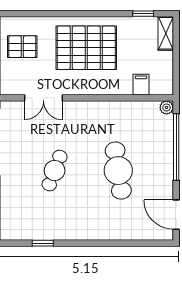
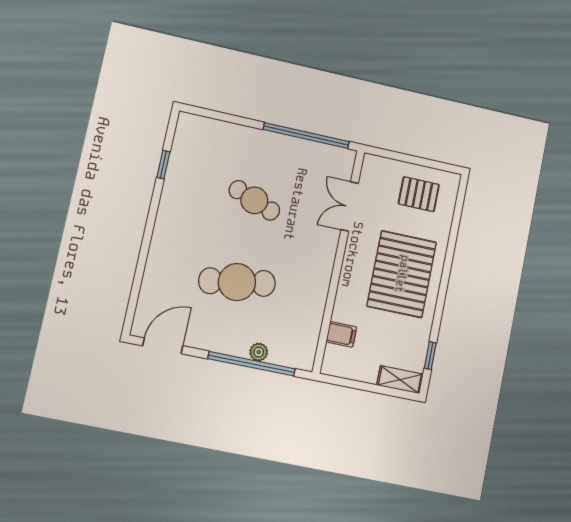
pallet: (22, 47) -> (419, 194), turned 90
plant: (167, 107) -> (259, 352), moved

